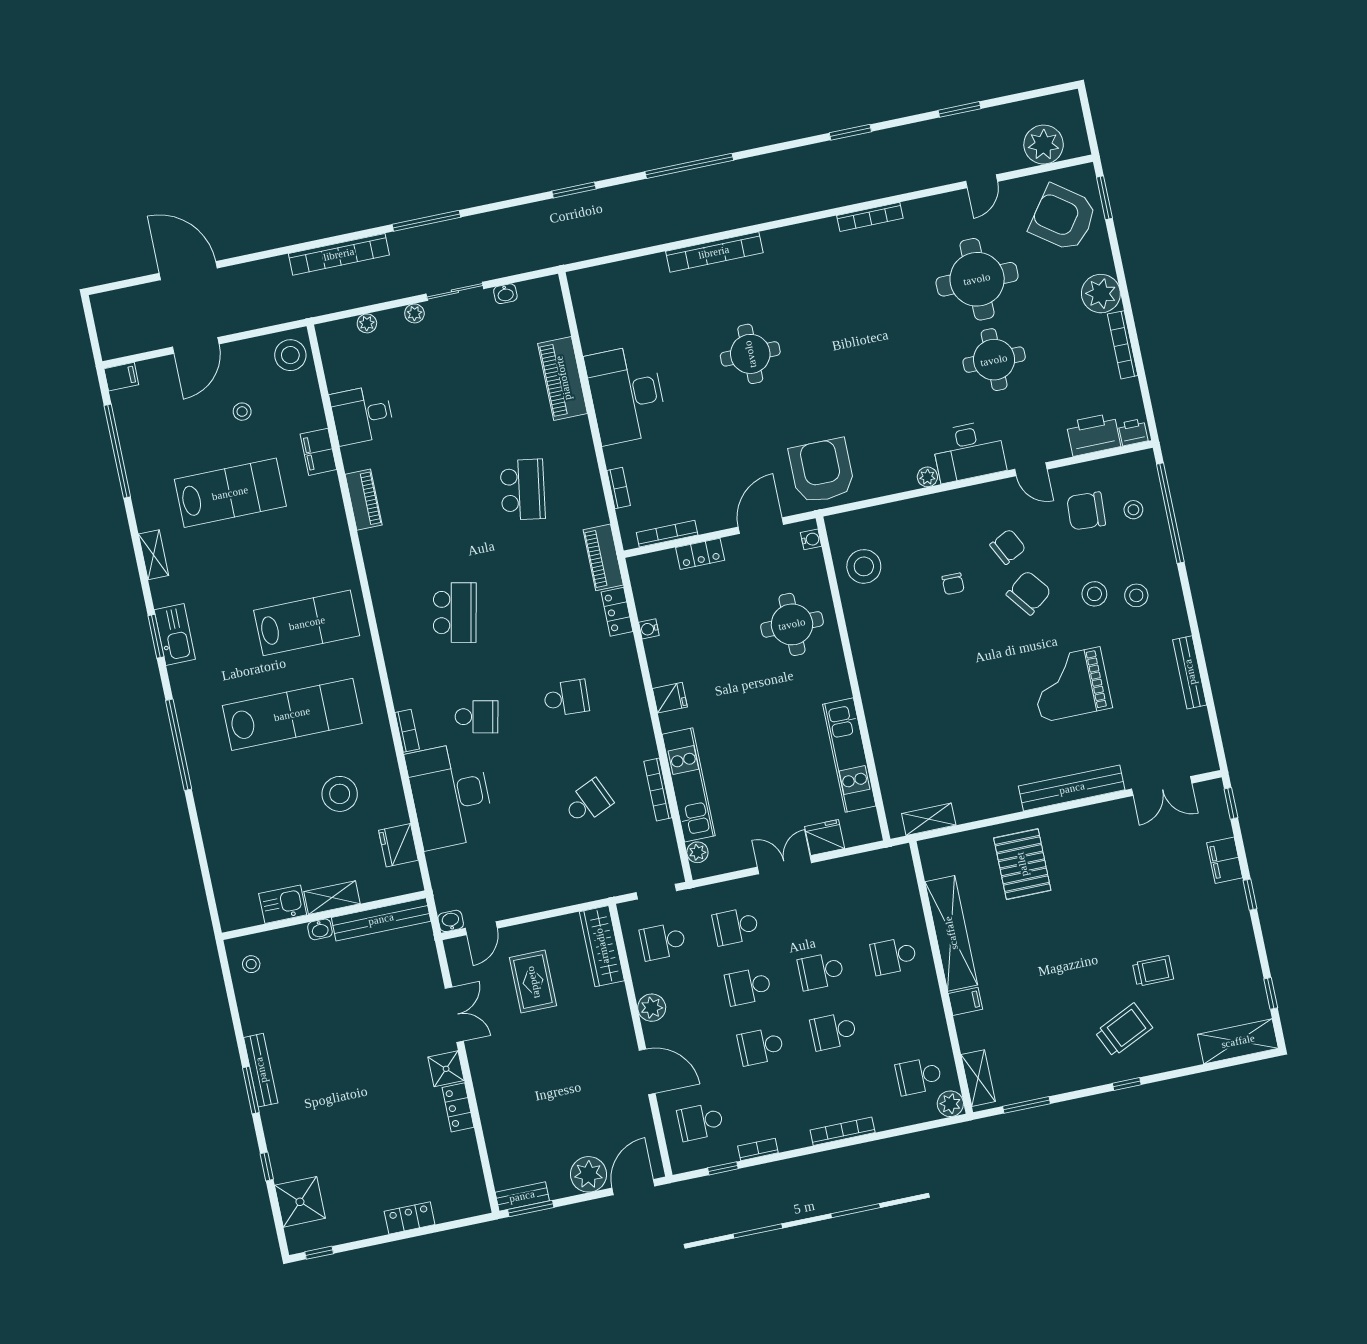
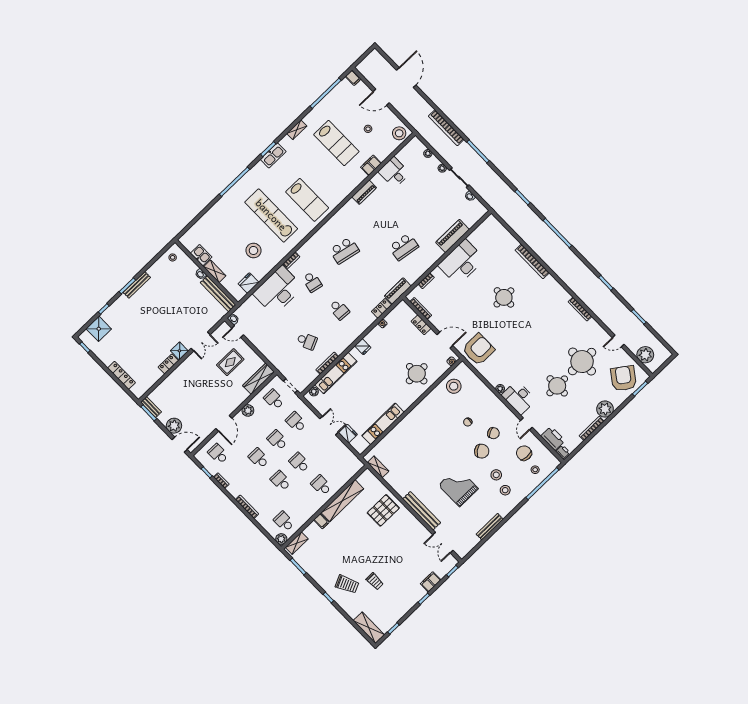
lab bench: (292, 714) -> (271, 215), turned 180
locker: (410, 1218) -> (121, 375), width x1.53

